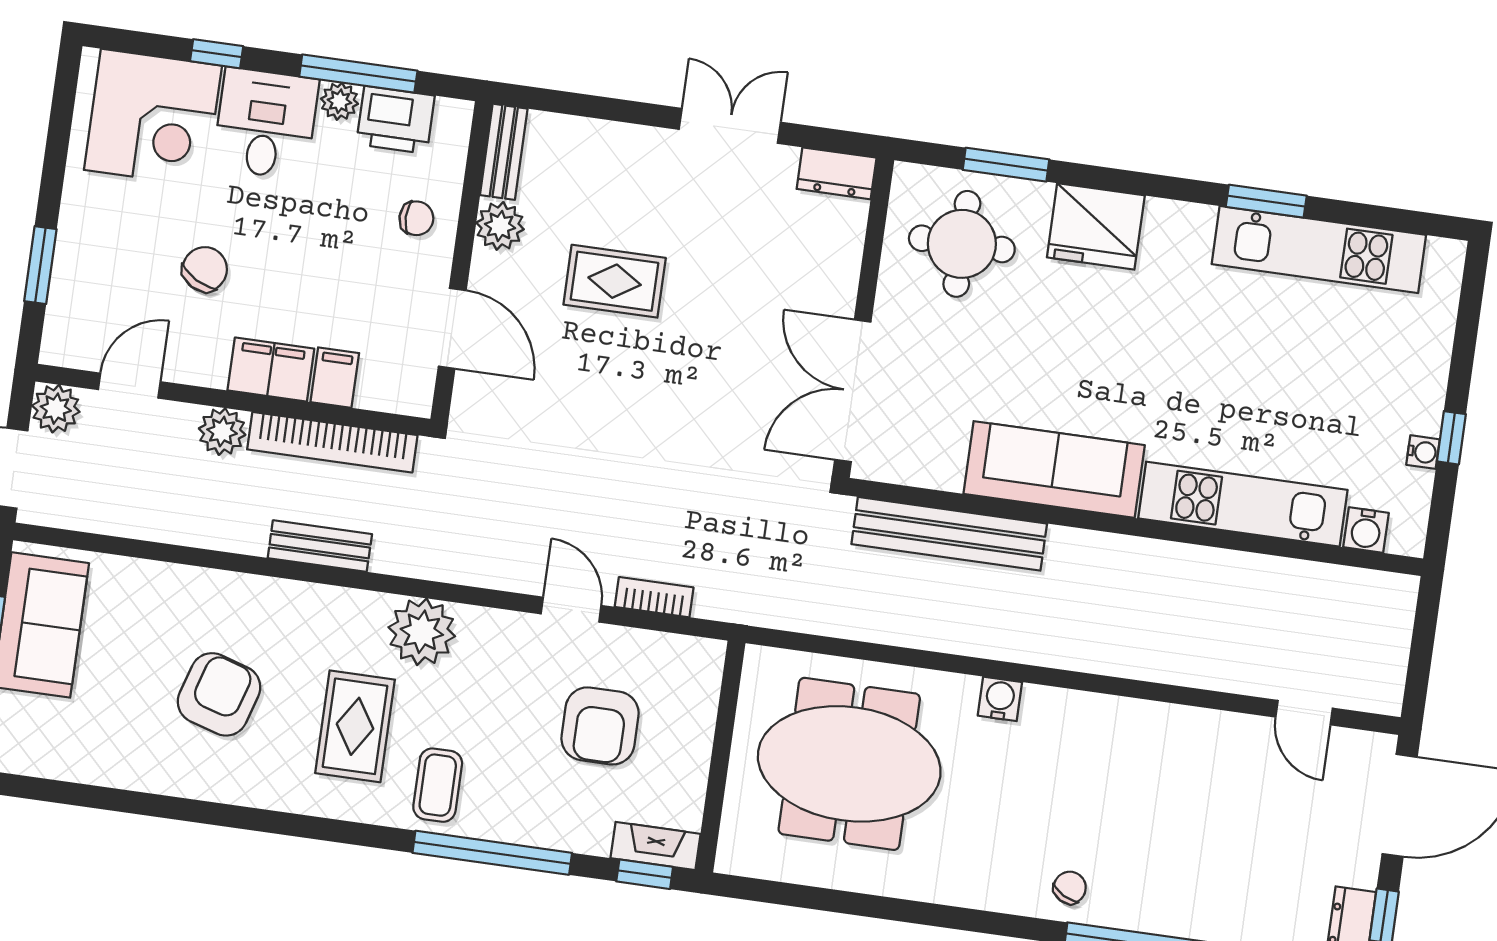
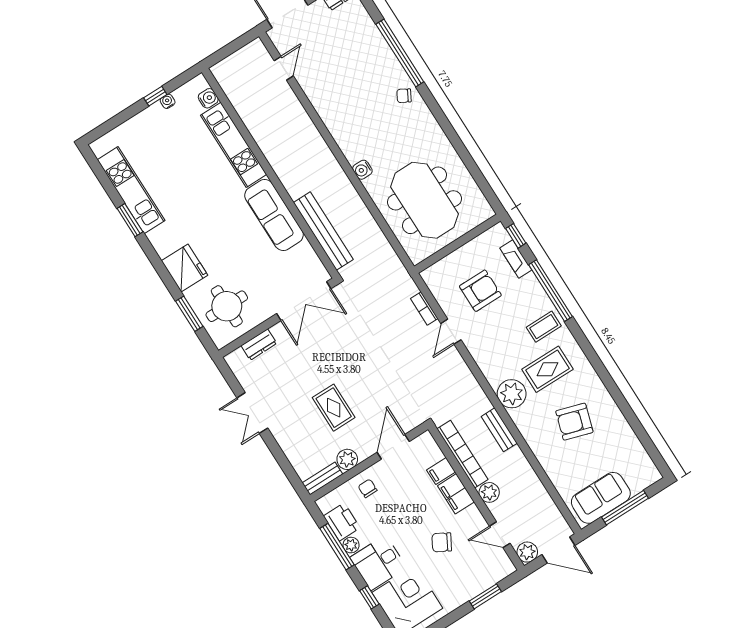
dresser: (837, 173) -> (259, 345), moved, turned 90
plant: (422, 632) -> (512, 394), moved
fireplace: (655, 846) -> (516, 259), moved

